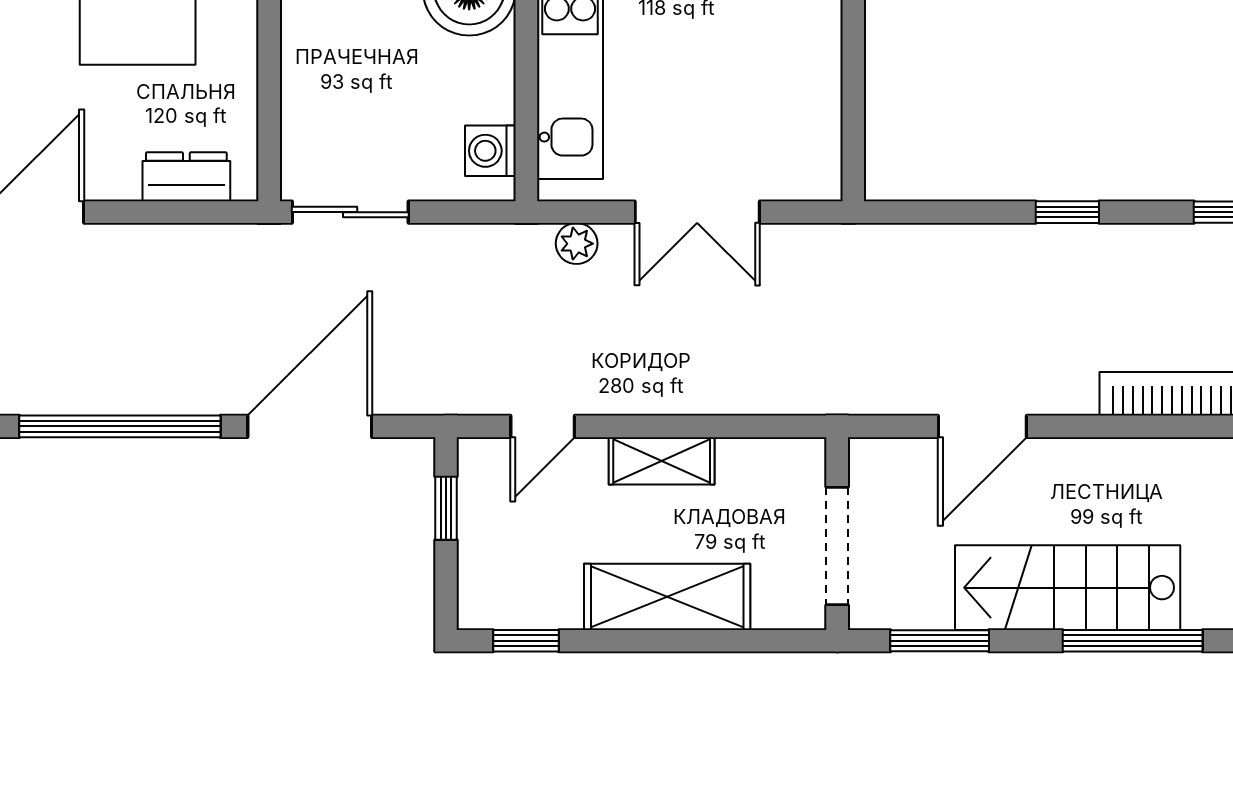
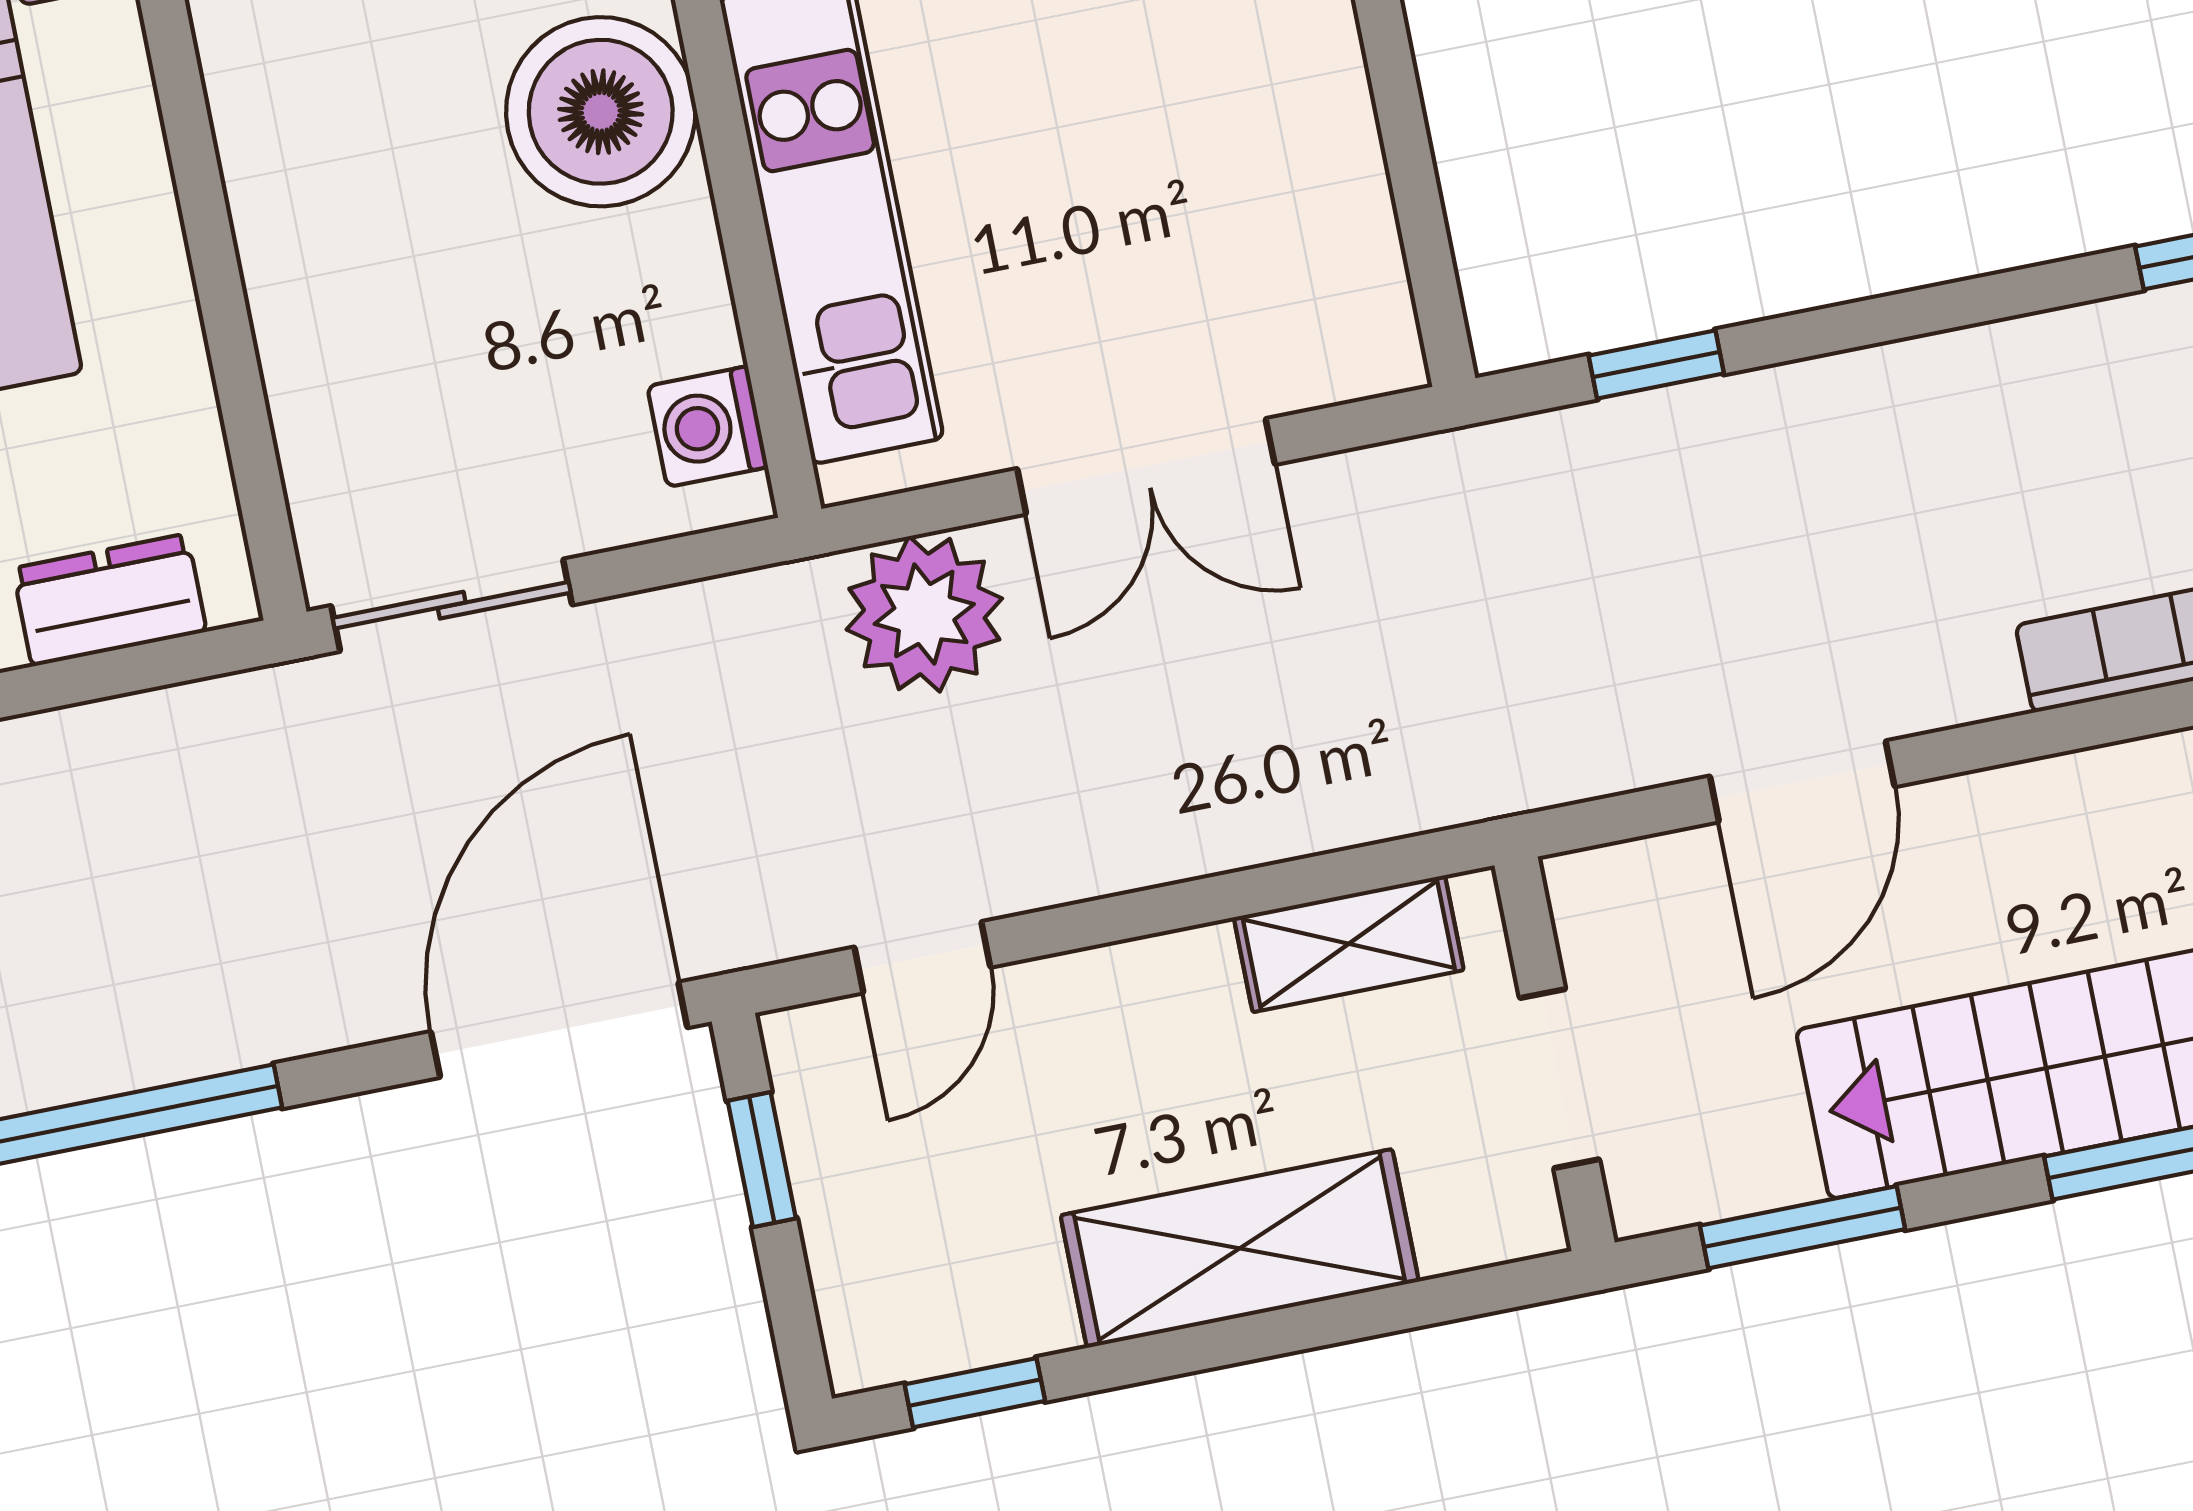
window: (1067, 212) -> (1656, 365), moved
plant: (577, 244) -> (924, 614), width x1.88, depth x1.88
door: (310, 426) -> (559, 1030), moved
shelving: (662, 461) -> (1349, 944), moved
doorway: (837, 546) -> (1560, 1079), width x0.73

